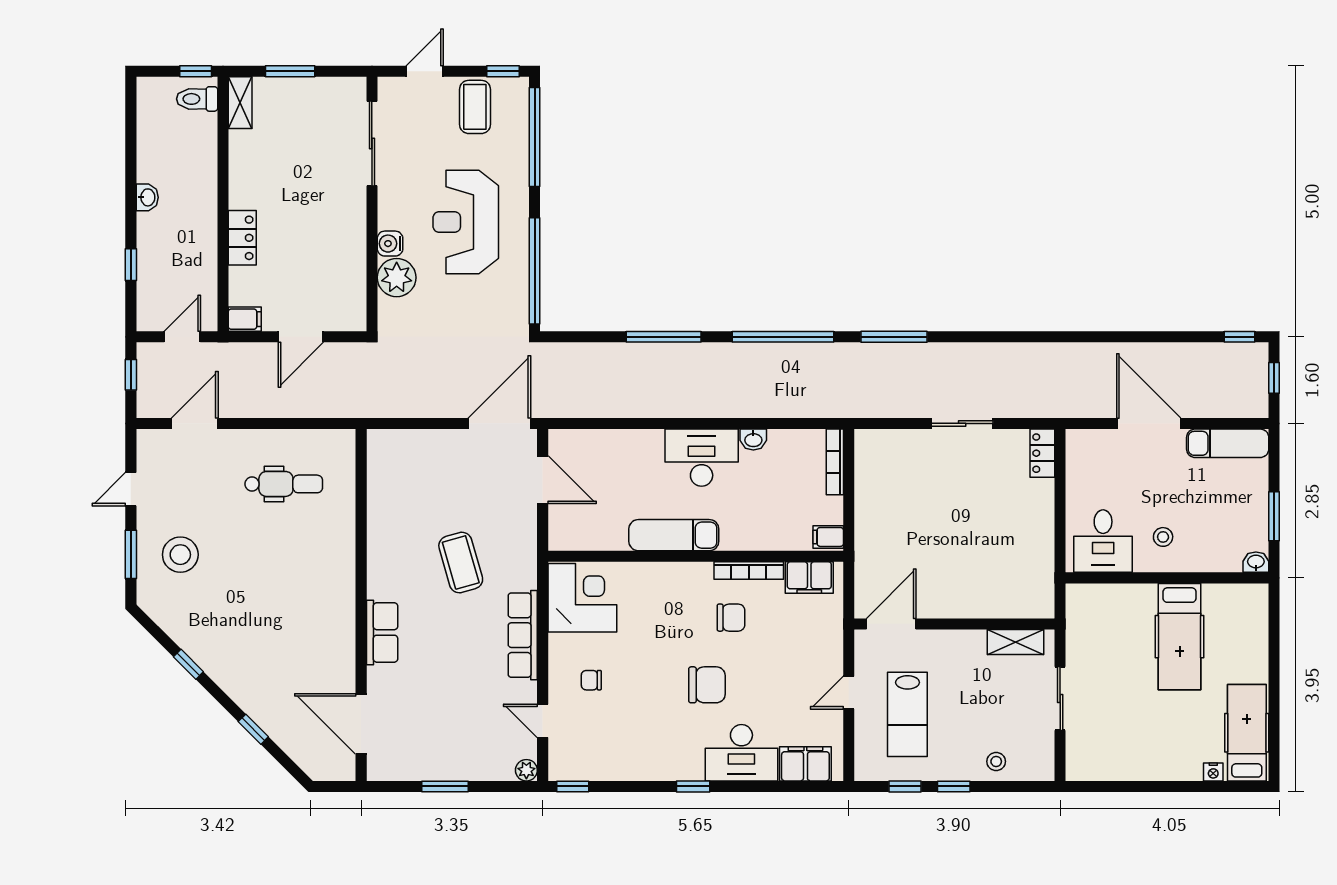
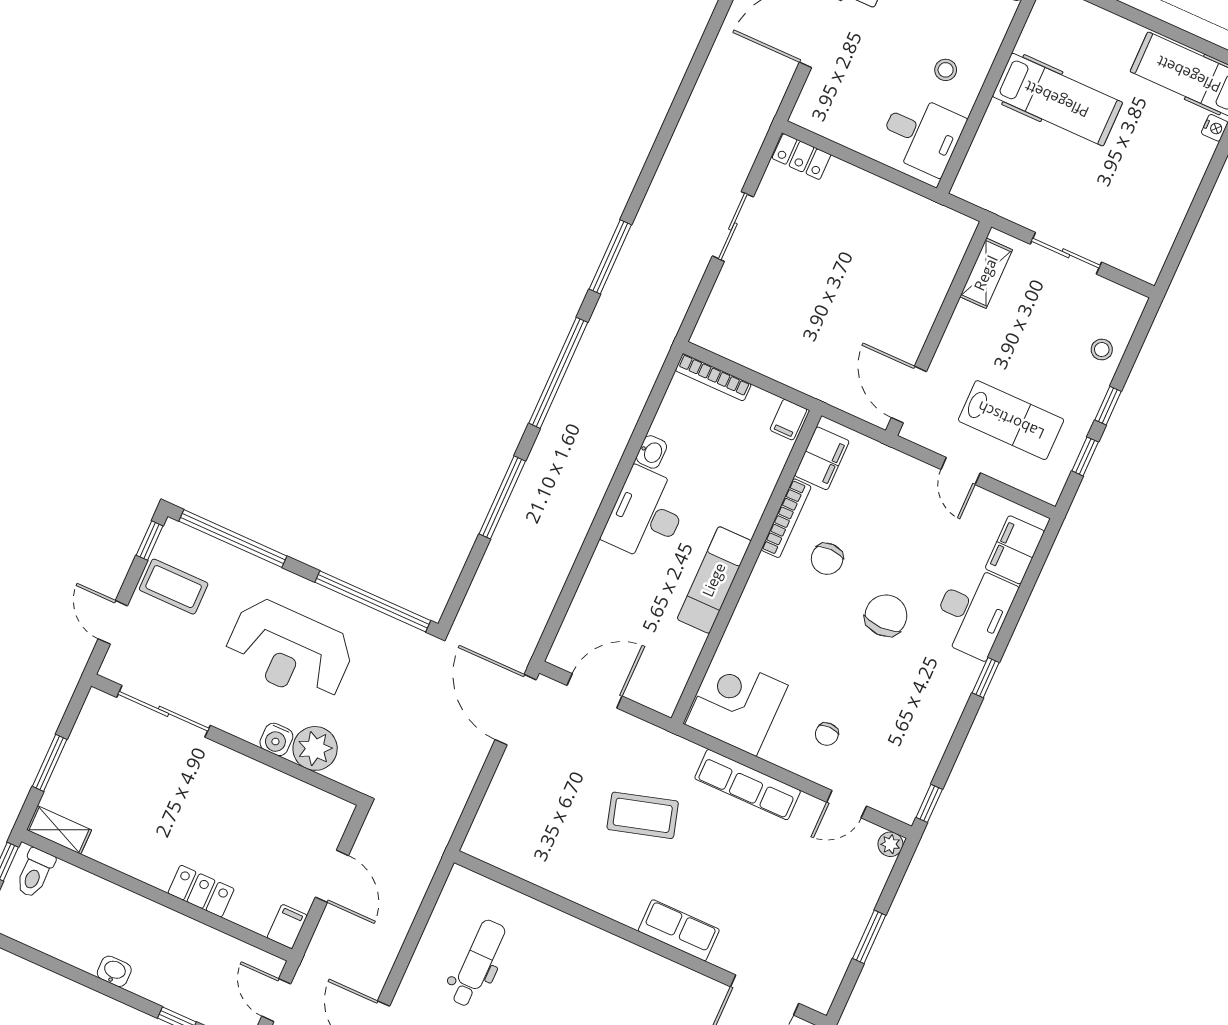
chair: (731, 618) -> (827, 559), turned 180

